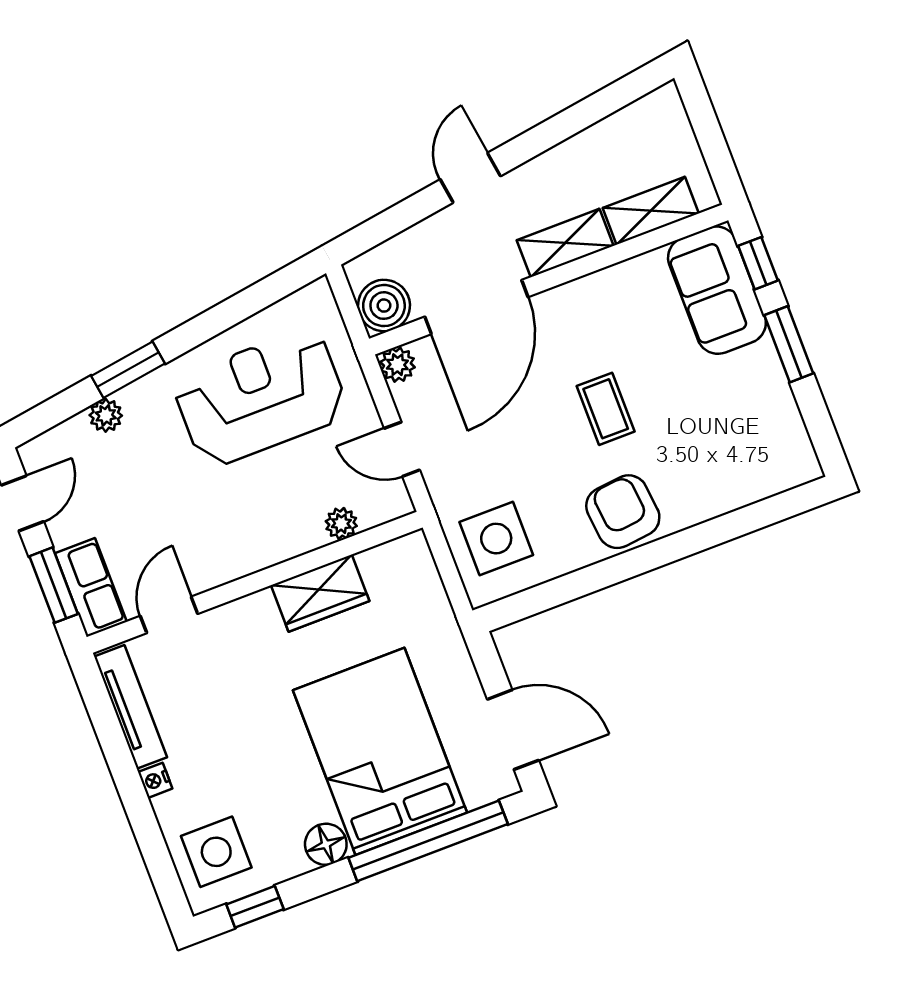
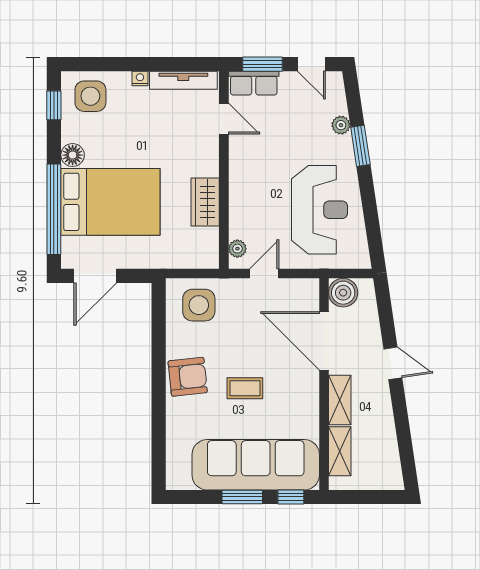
sofa: (717, 290) -> (256, 465), width x1.85, depth x1.27
plant: (397, 365) -> (310, 288), removed
plant: (341, 524) -> (237, 249), moved

